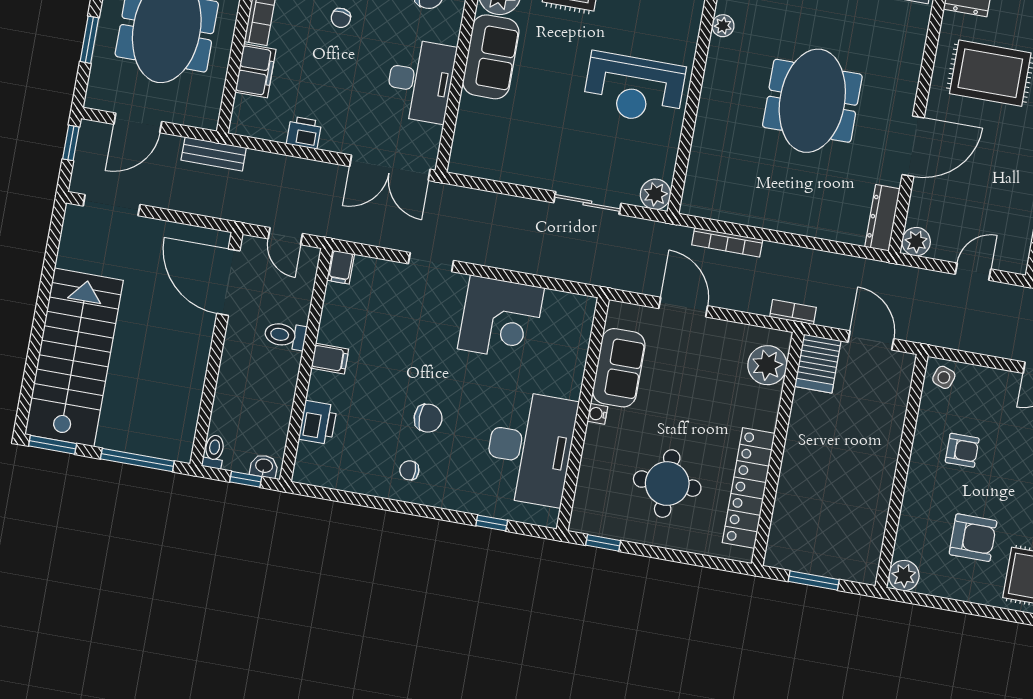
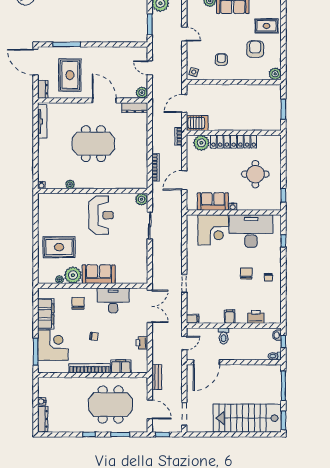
corner desk: (501, 318) -> (213, 230), moved, turned 90
locker: (749, 488) -> (234, 142), moved

